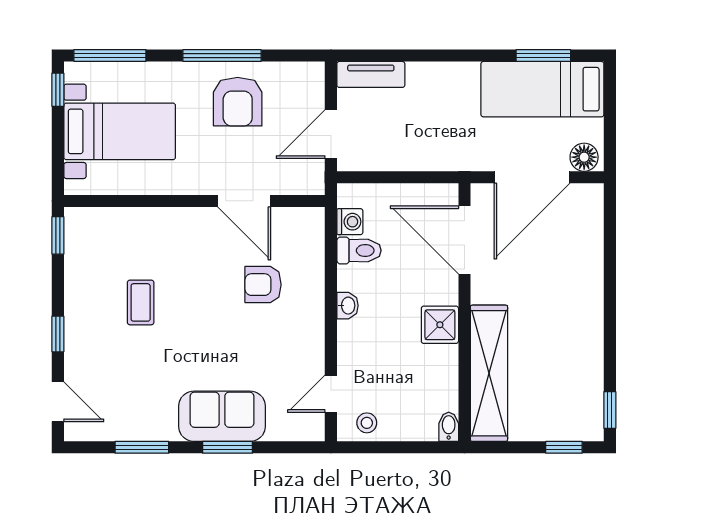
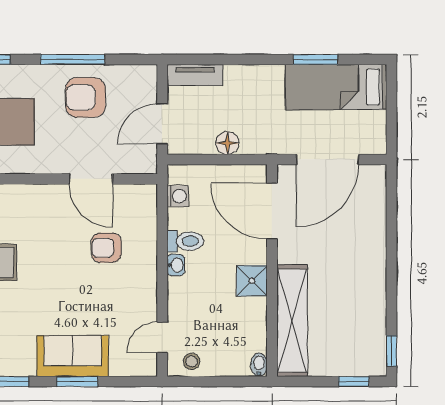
window: (543, 56) -> (316, 59), moved
armchair: (238, 102) -> (85, 97), turned 90
floor lamp: (584, 157) -> (227, 143), moved
toilet: (359, 250) -> (185, 241), moved

